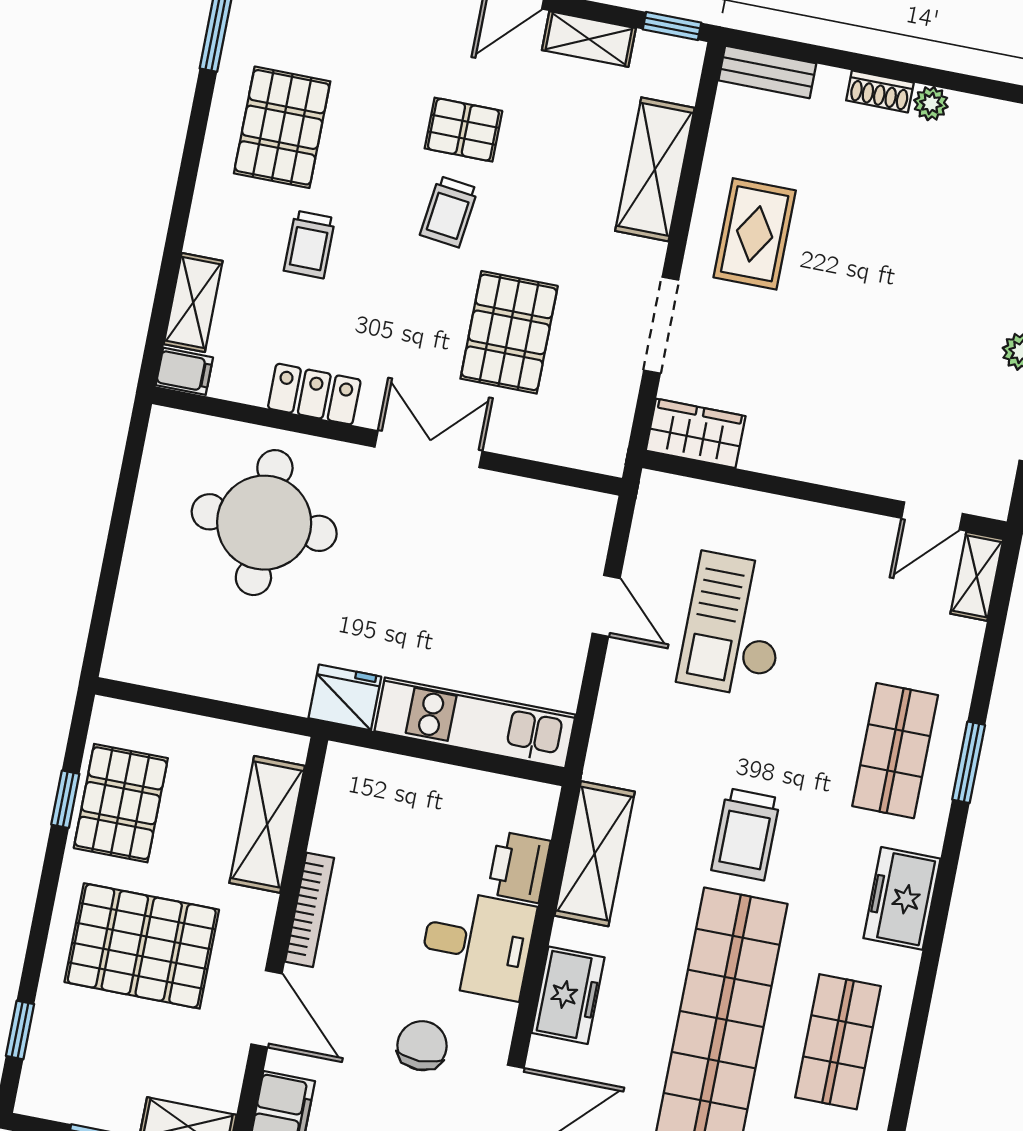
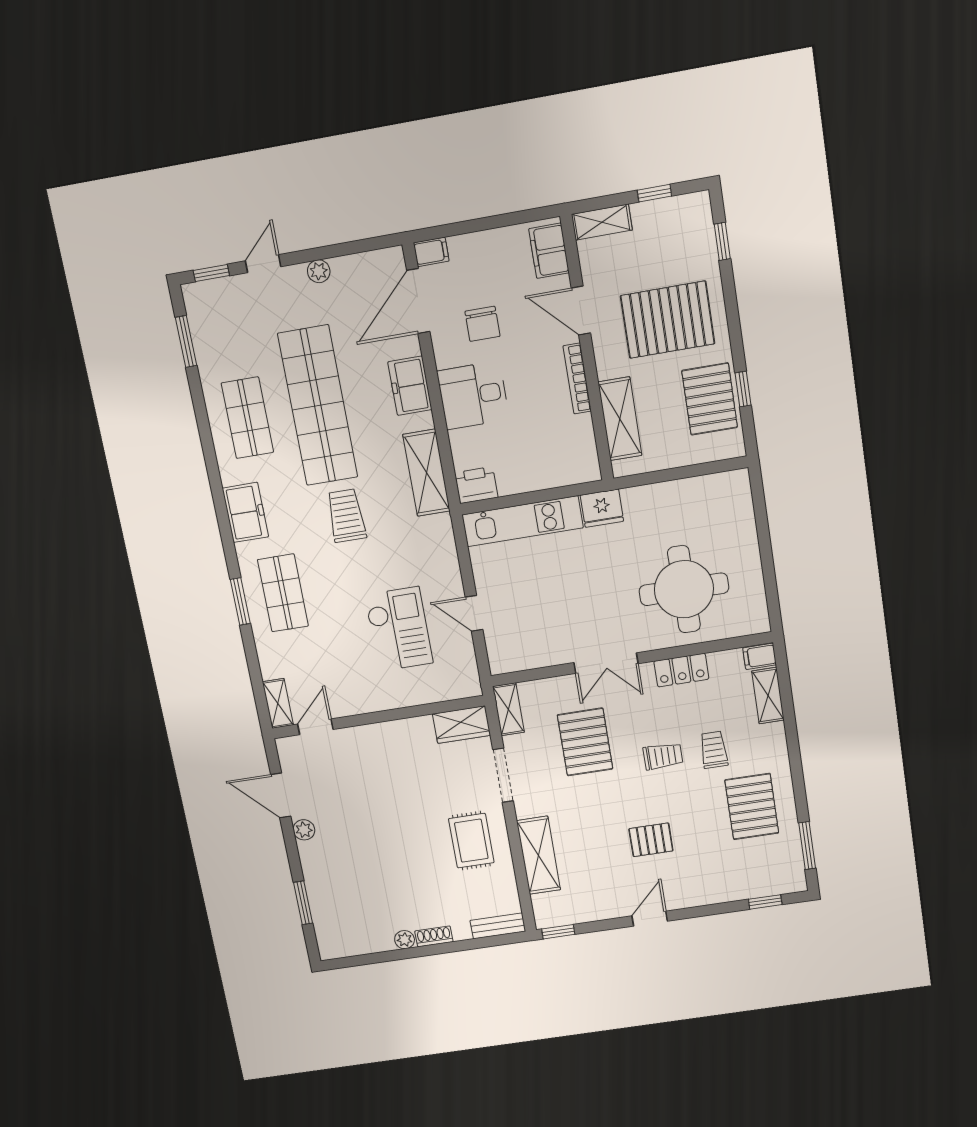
shelving: (589, 39) -> (508, 709), moved, turned 90
trolley: (449, 212) -> (663, 756), moved, turned 83
printer: (519, 867) -> (476, 485), moved, turned -90

